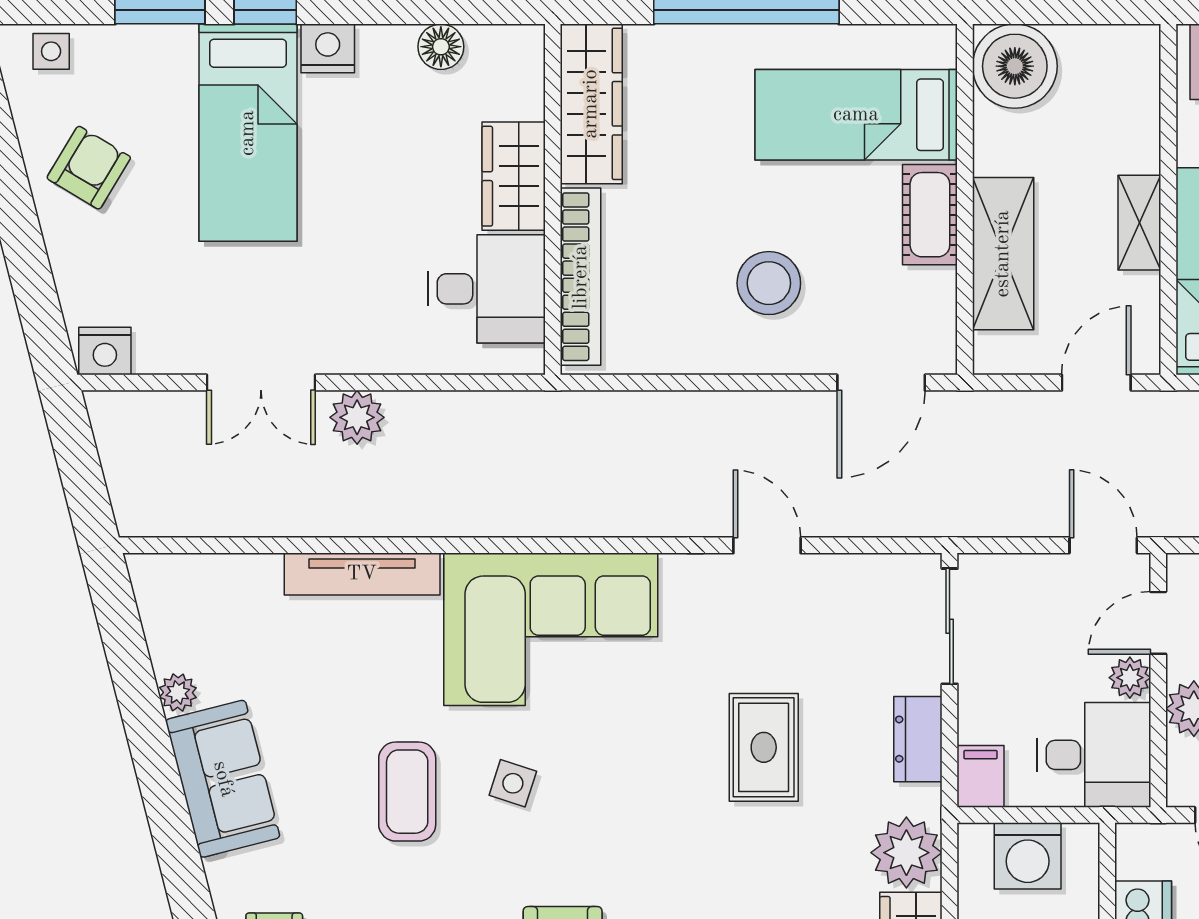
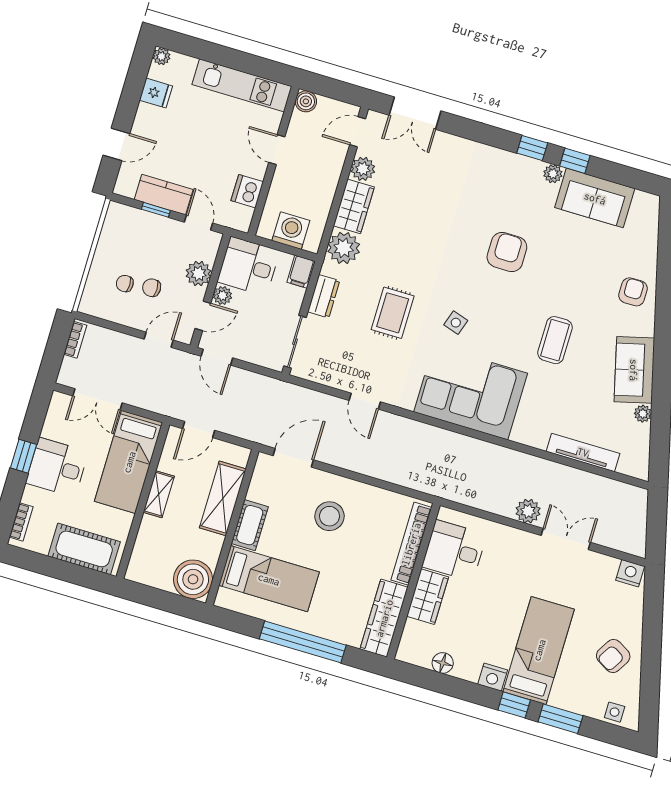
tv unit: (362, 574) -> (583, 452), moved
side table: (513, 783) -> (456, 323), moved

